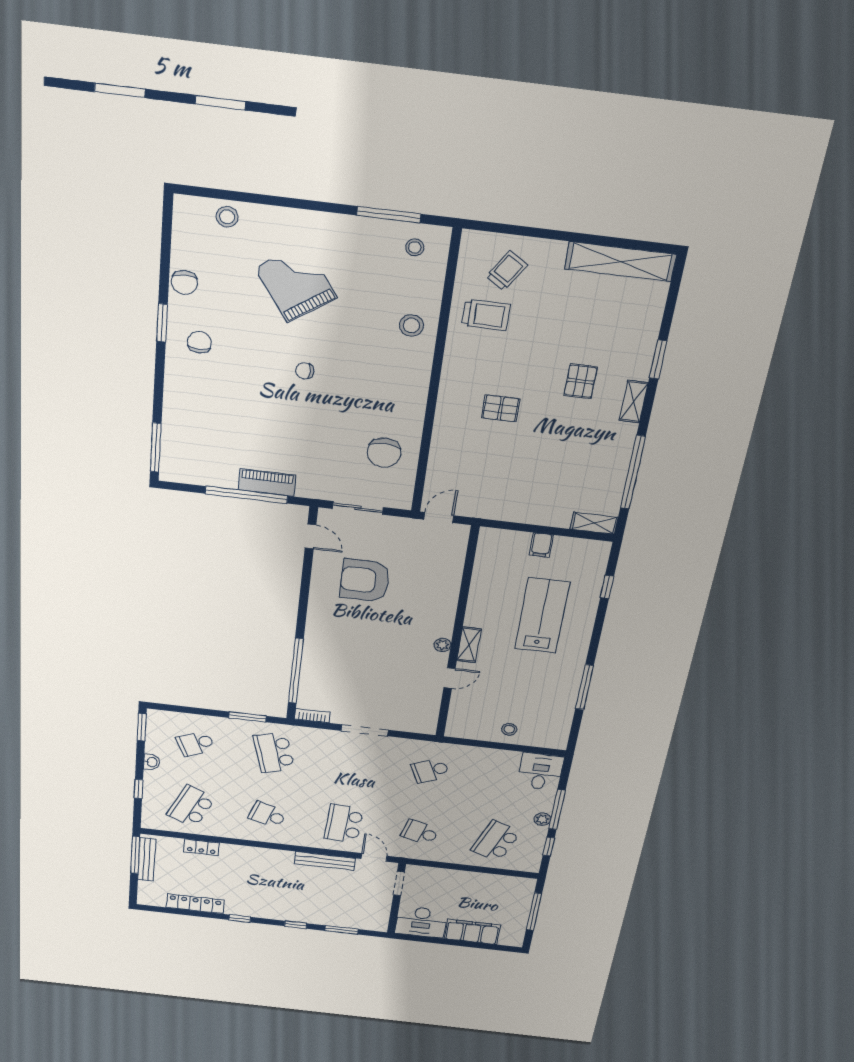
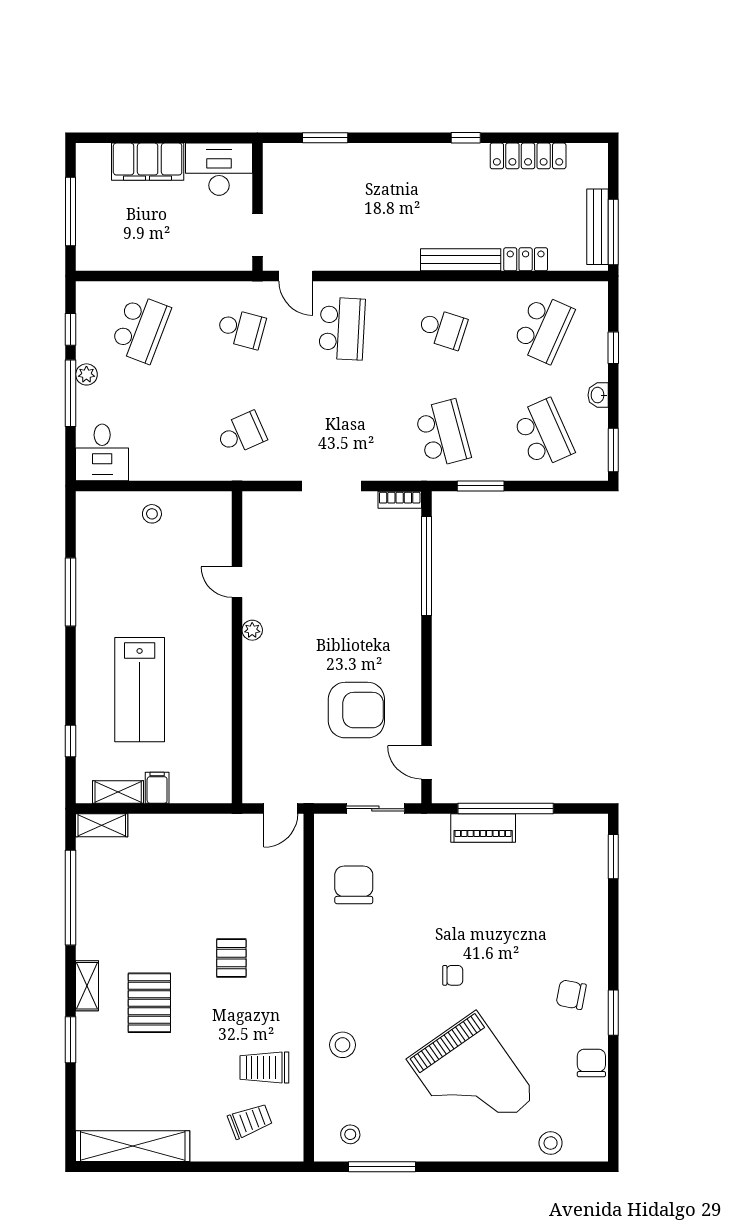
trolley: (507, 271) -> (250, 1121), turned -144
grand piano: (296, 283) -> (472, 1078), width x1.37, depth x1.48
chair: (199, 342) -> (571, 995), turned 101
pallet: (581, 381) -> (149, 1003), width x1.50, depth x1.42
pallet: (501, 408) -> (231, 958), turned 90
window: (156, 448) -> (613, 857), width x0.69
shelving: (469, 645) -> (118, 792), moved, turned 90
door: (449, 678) -> (237, 582), hinge flipped
school desk: (196, 744) -> (543, 433), width x1.85
bench: (325, 861) -> (461, 260), moved
window: (296, 925) -> (388, 138), removed

